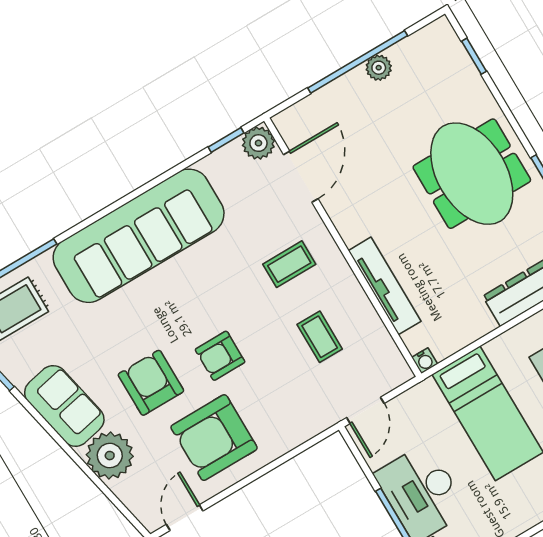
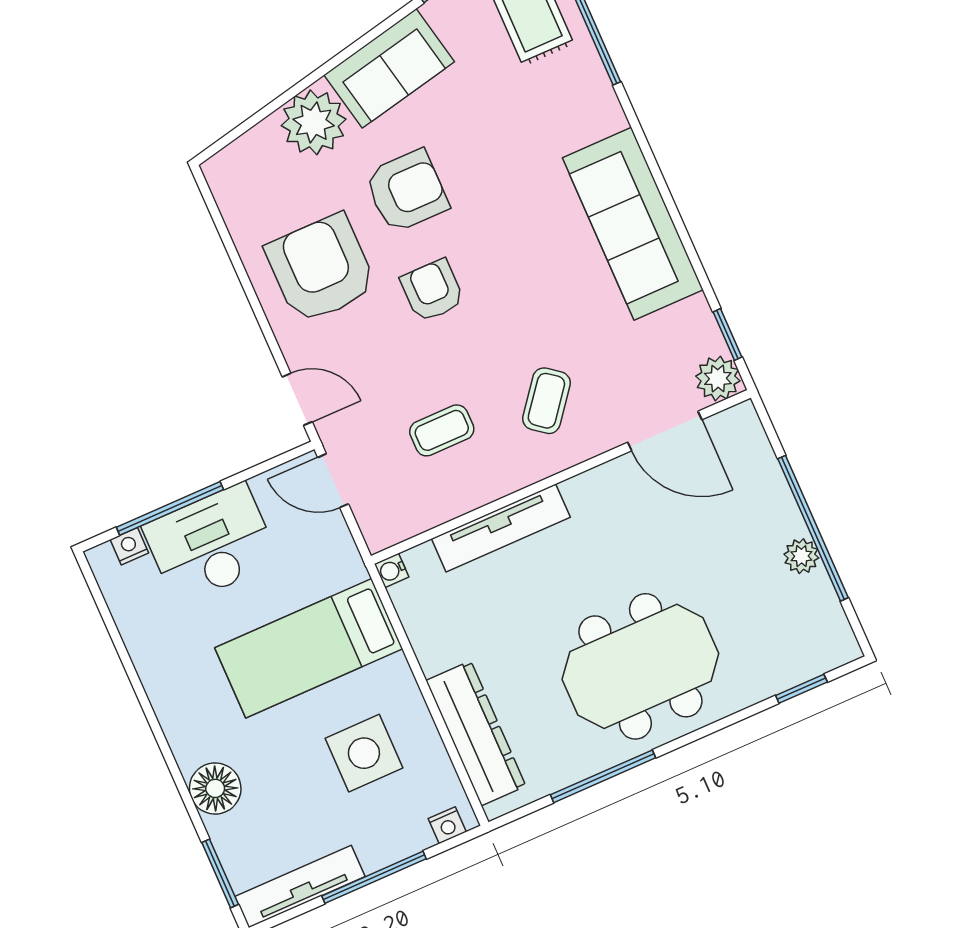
sofa: (139, 236) -> (633, 224), width x0.74, depth x0.79
coffee table: (289, 264) -> (546, 401), turned 38
door: (185, 518) -> (297, 399), moved

